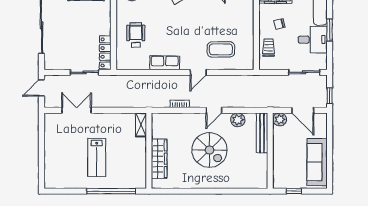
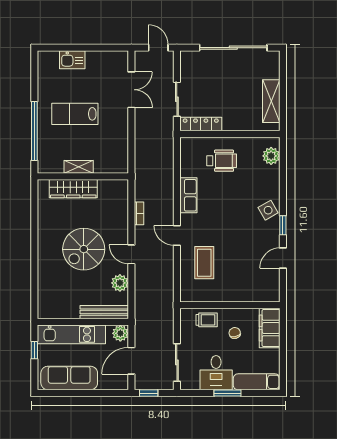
shelving: (141, 125) -> (79, 167), moved
kitchen sink: (52, 160) -> (72, 60), added
kitchen unit: (281, 160) -> (71, 334), added

